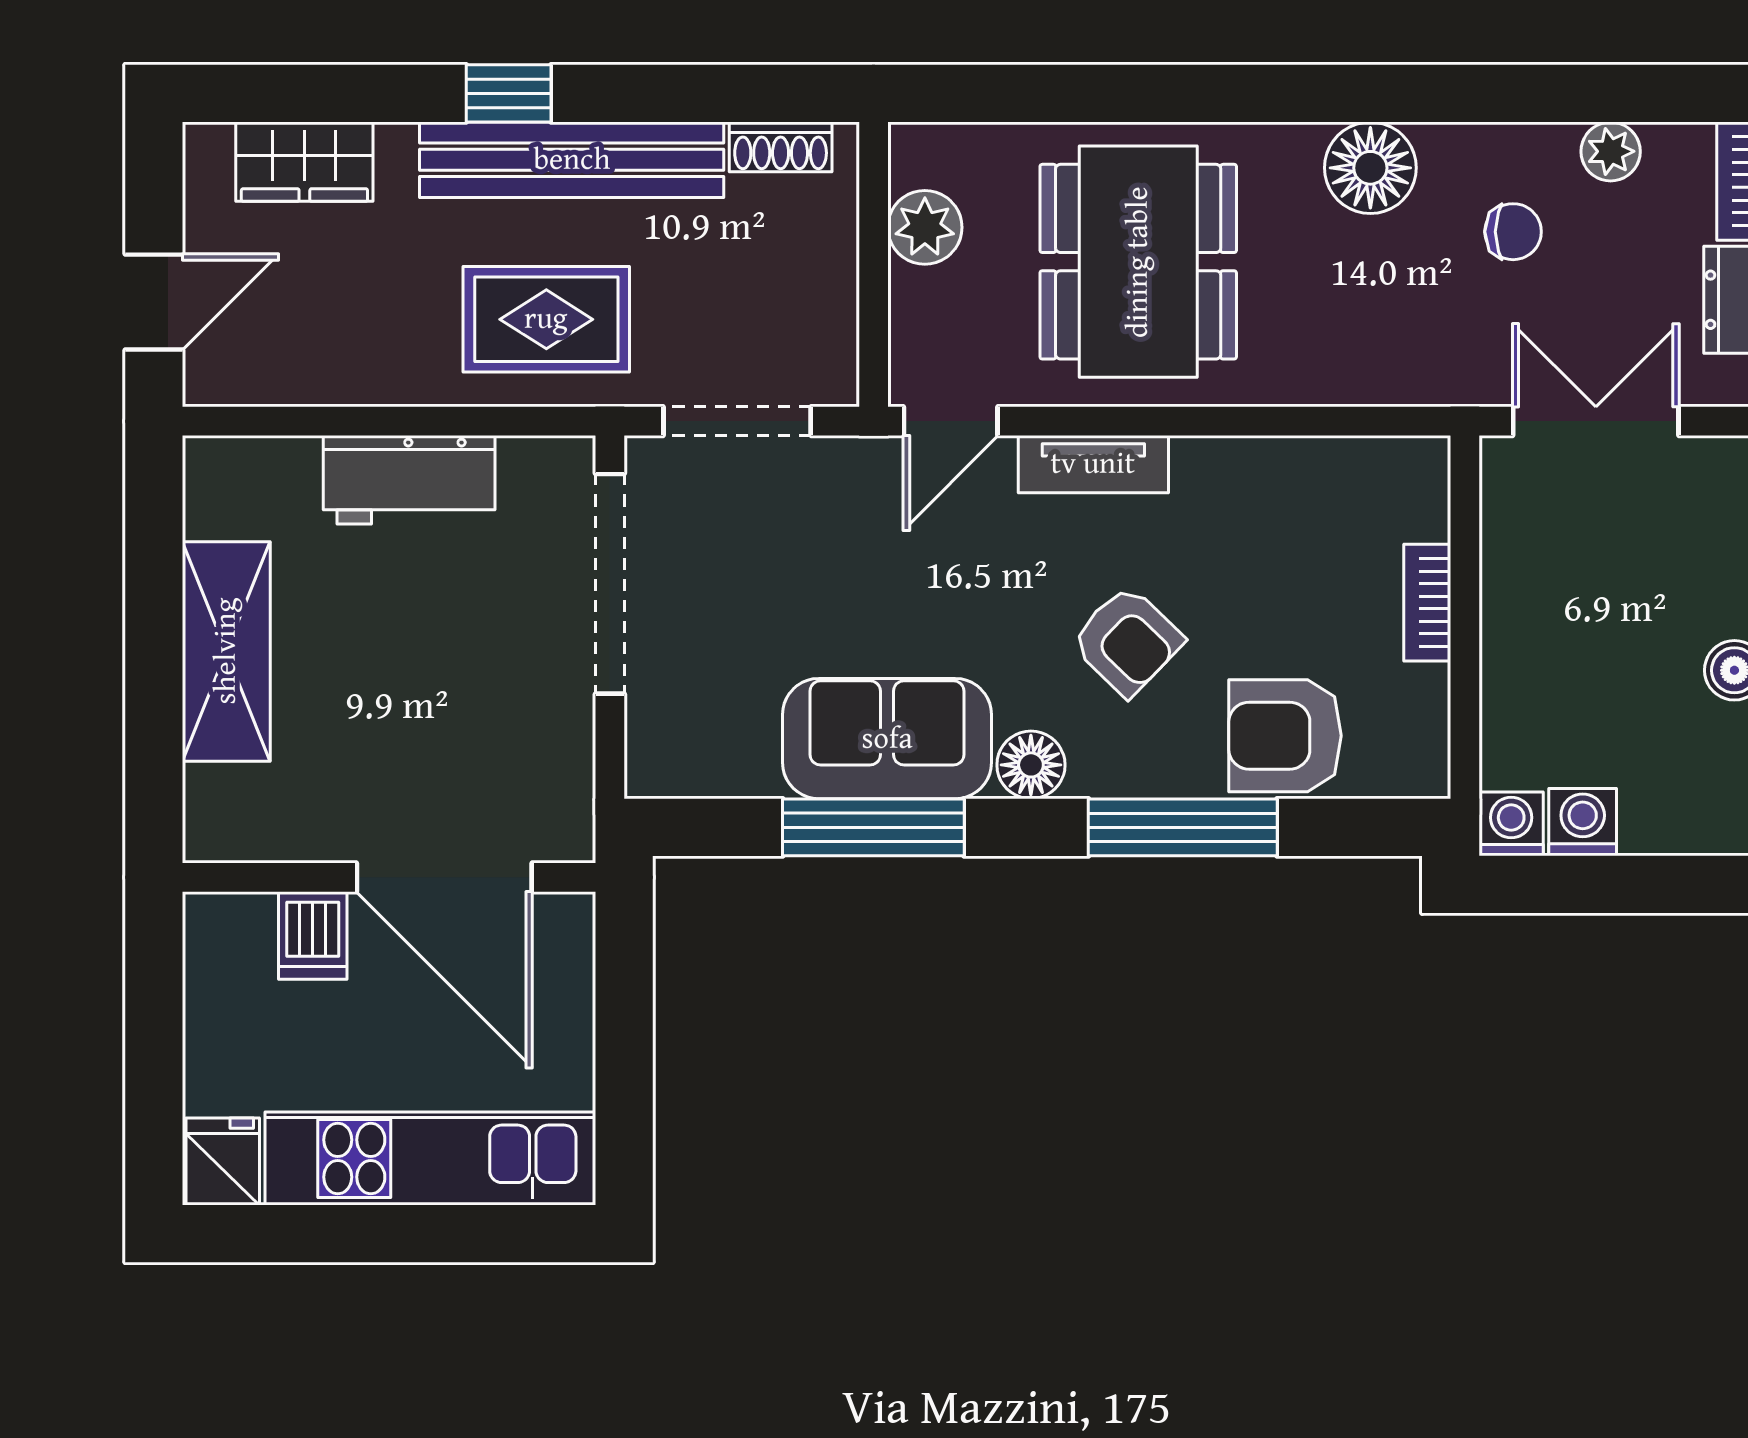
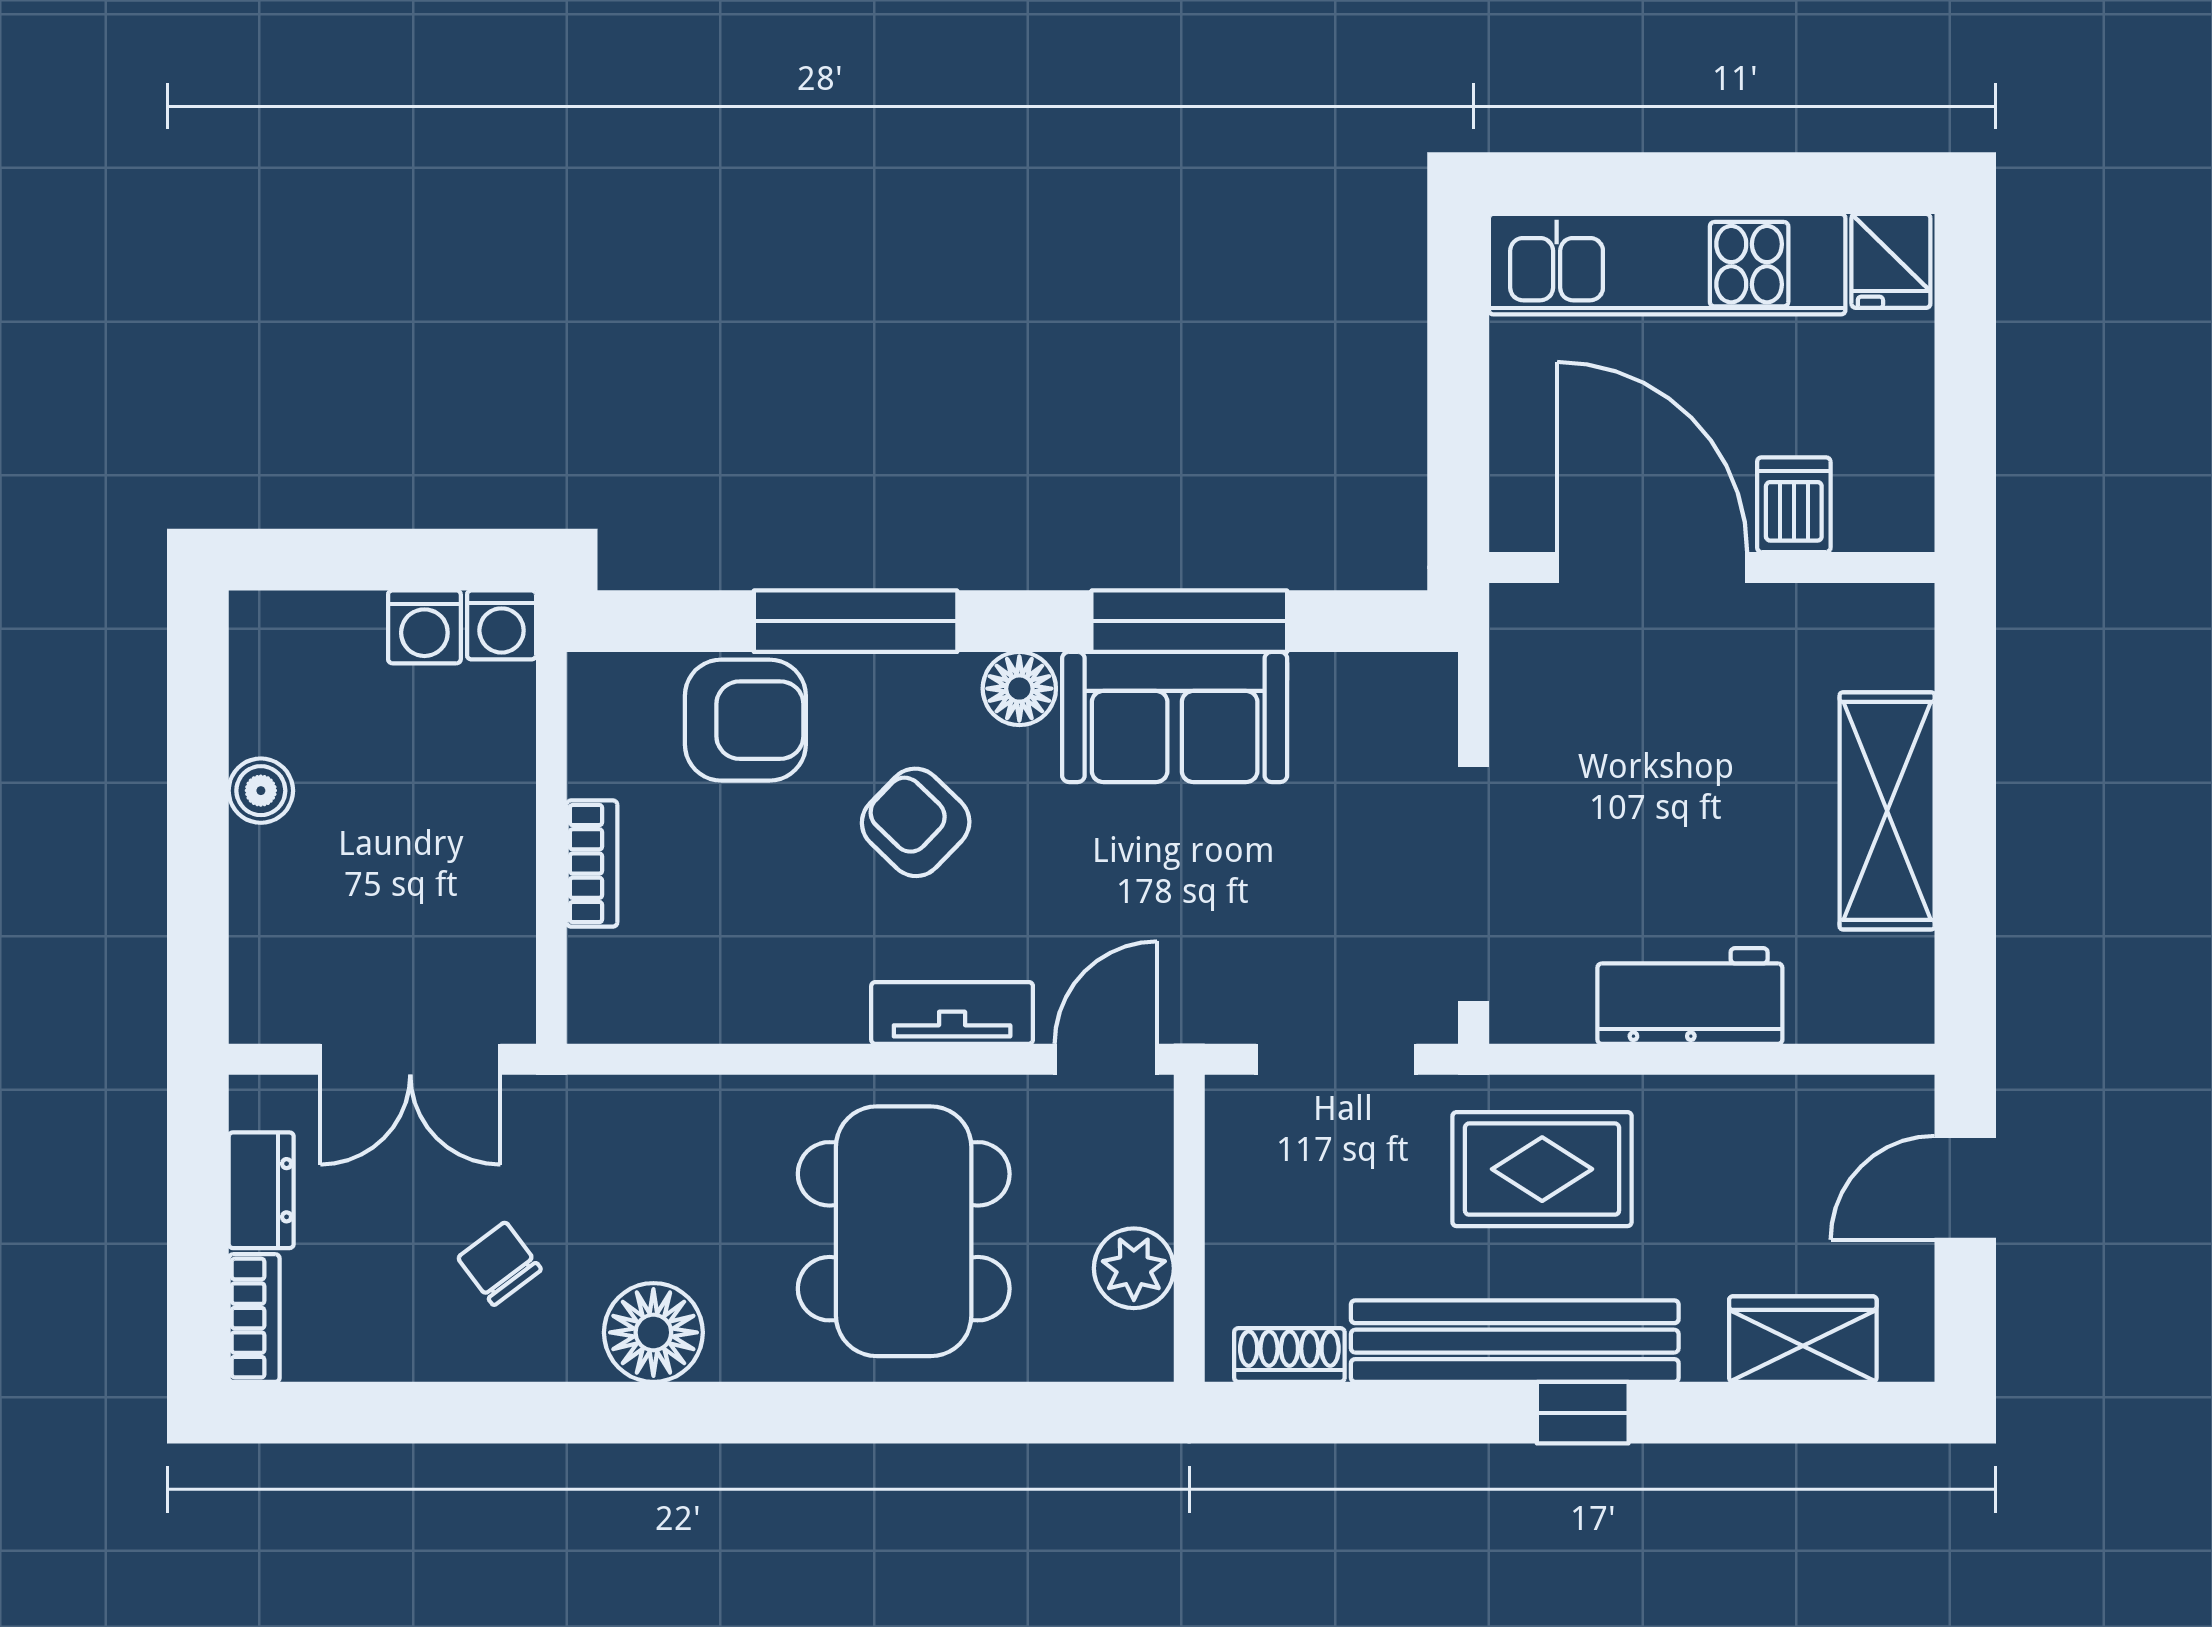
plant: (1611, 151) -> (394, 1350), removed
chair: (1513, 232) -> (499, 1264), turned 53

